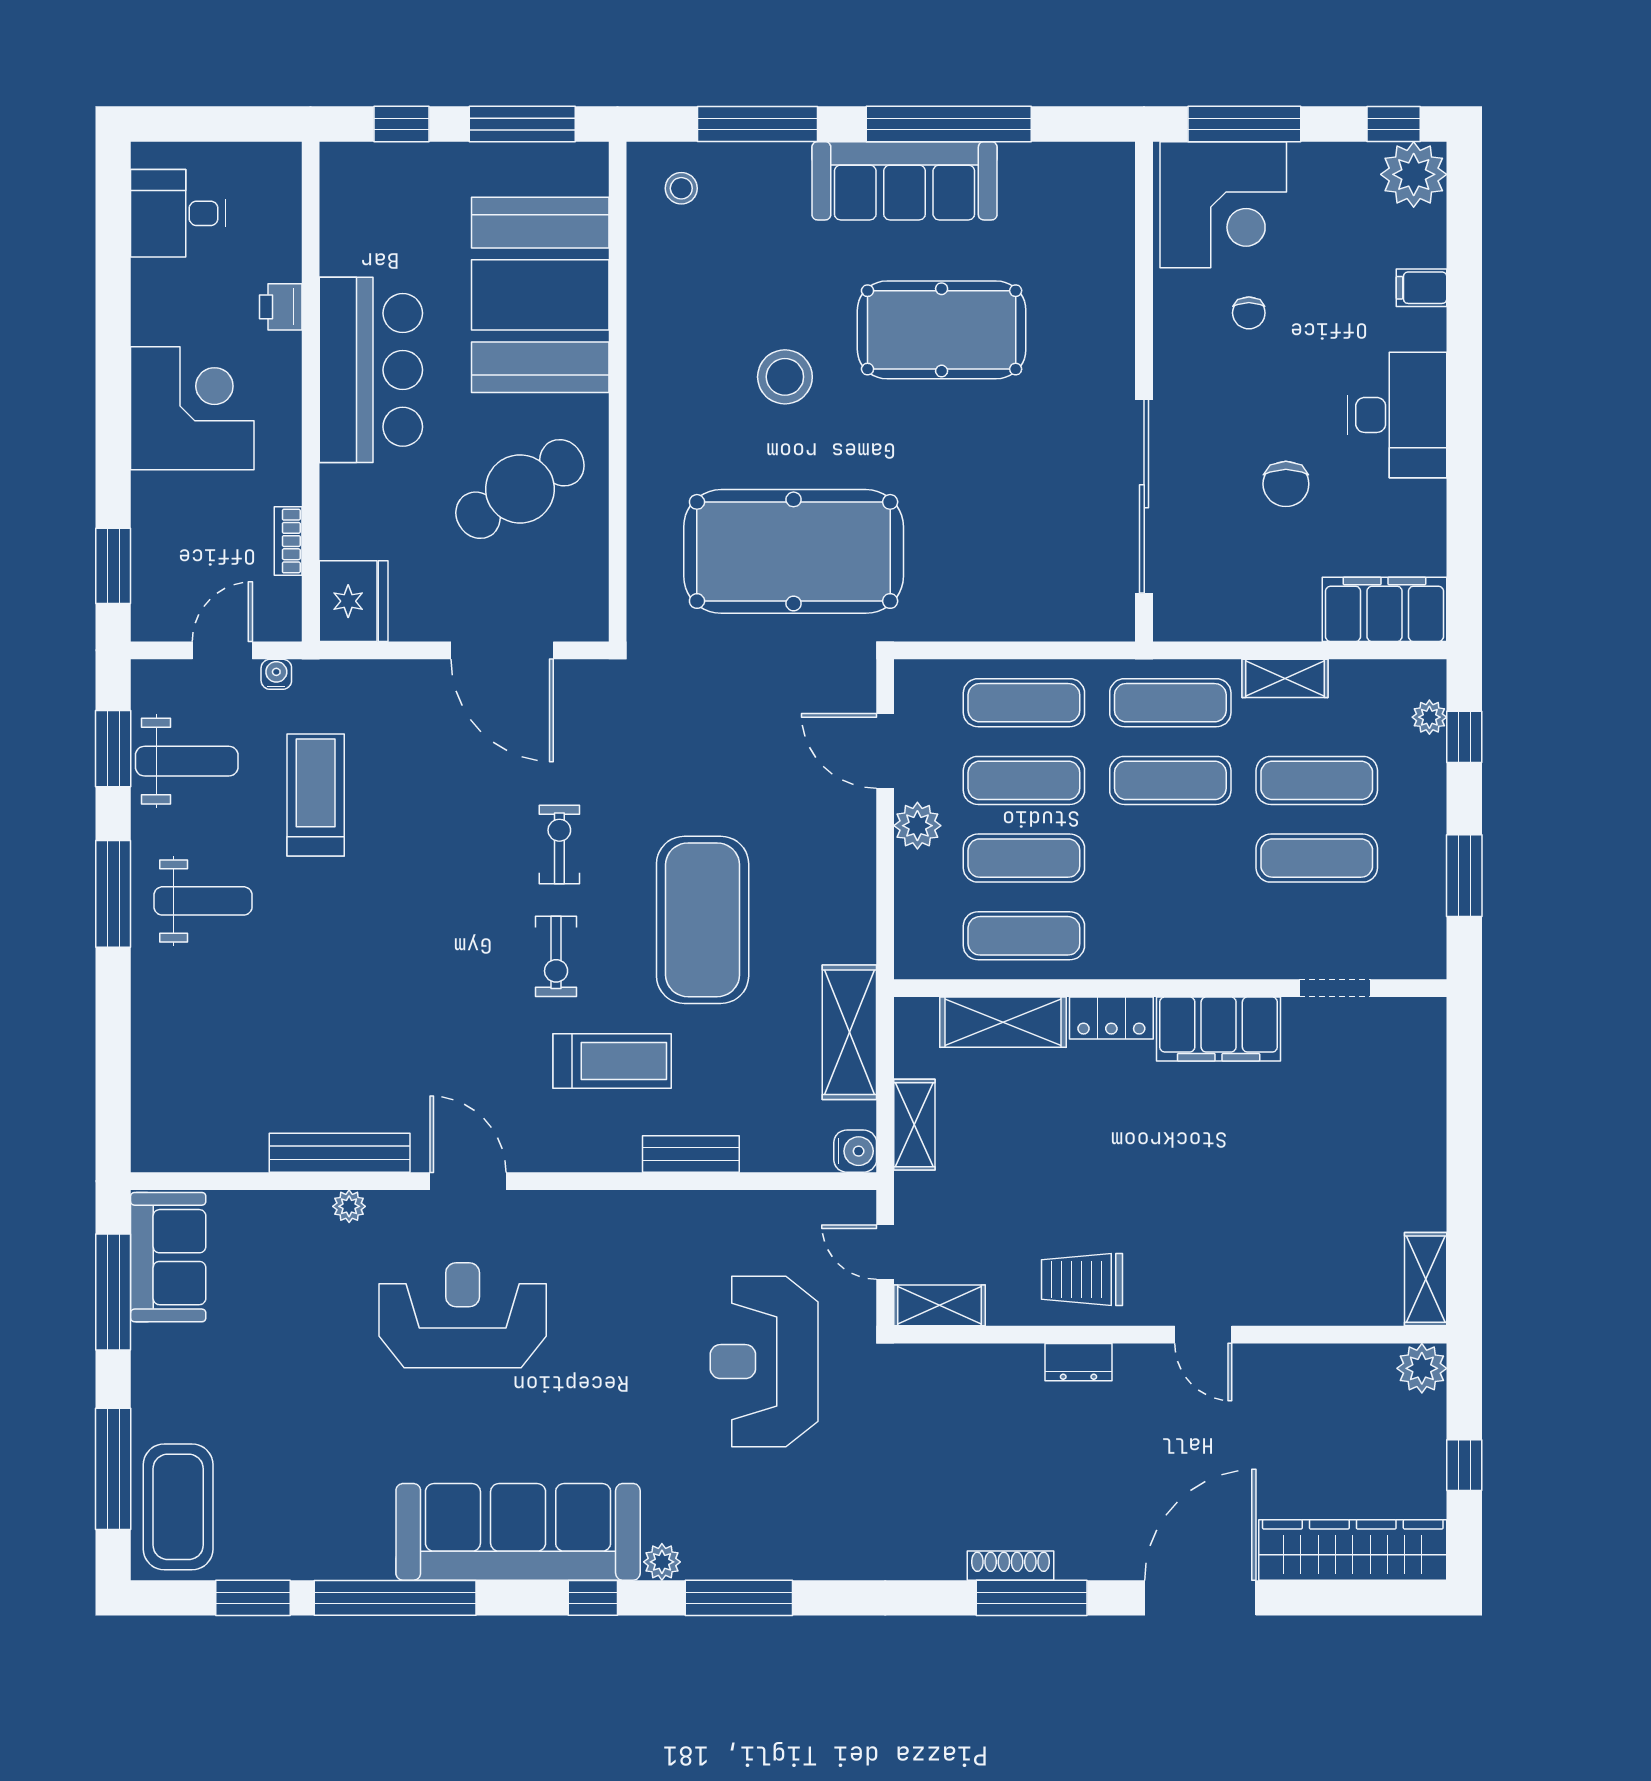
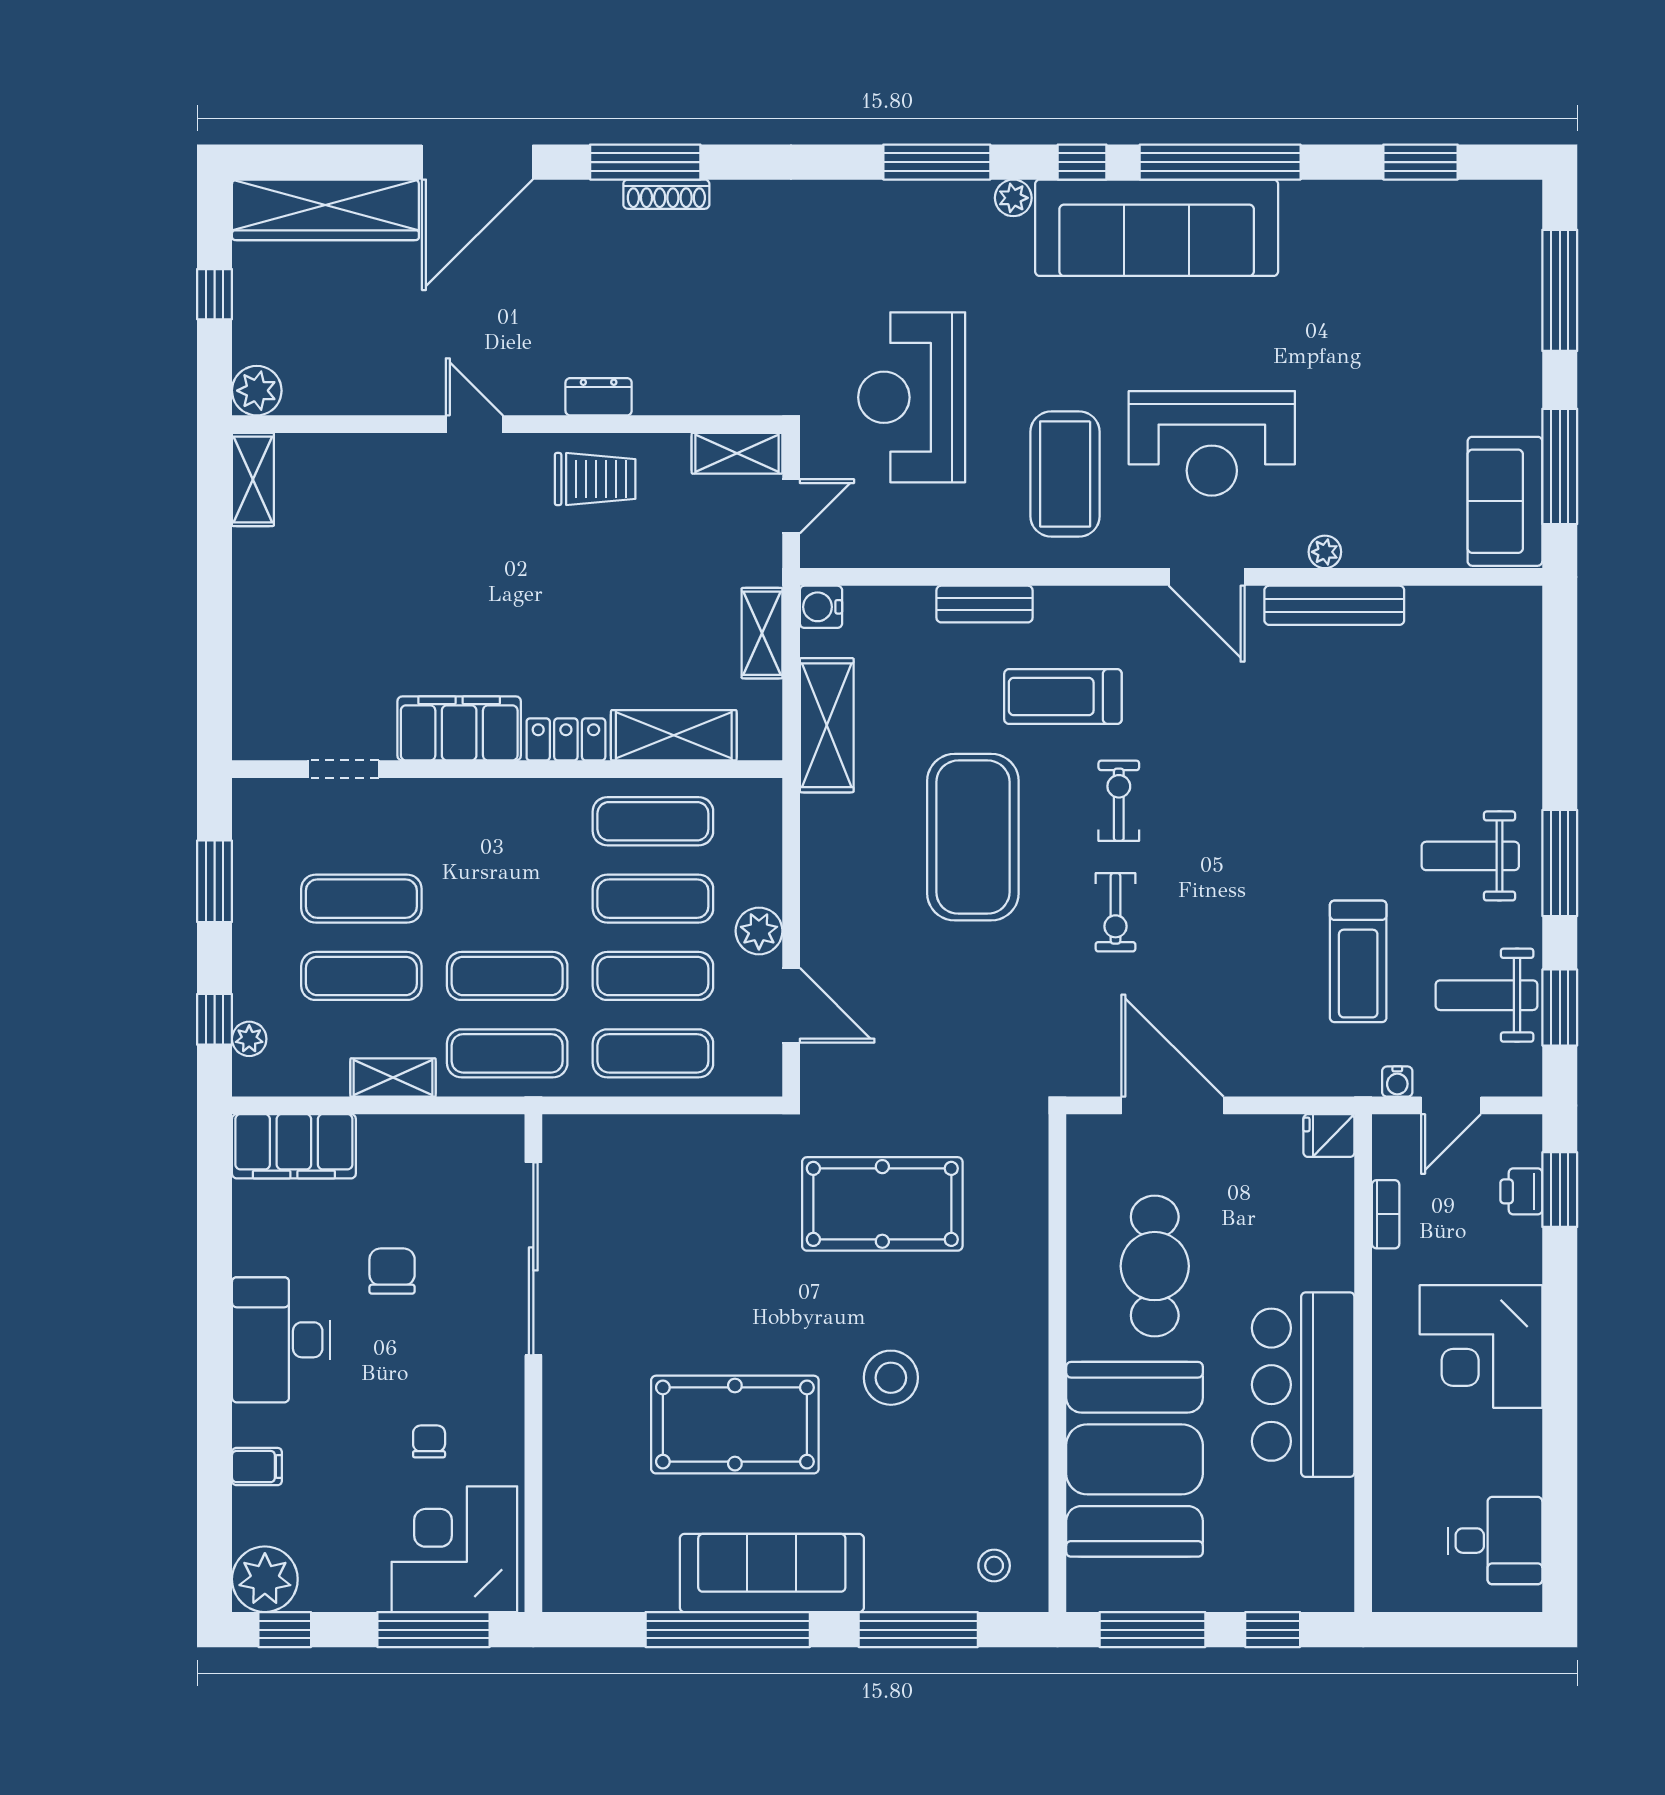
printer: (281, 307) -> (1521, 1191), moved, turned 180
cafe table: (520, 489) -> (1155, 1266), turned -58
pool table: (794, 551) -> (882, 1204), width x0.73, depth x0.76
fridge: (354, 601) -> (1329, 1136), width x0.53, depth x0.75
door: (885, 1252) -> (791, 506), hinge flipped
reception desk: (764, 1362) -> (912, 397), turned 180
coffee table: (178, 1507) -> (1065, 474), moved
window: (395, 1598) -> (1220, 162), moved

